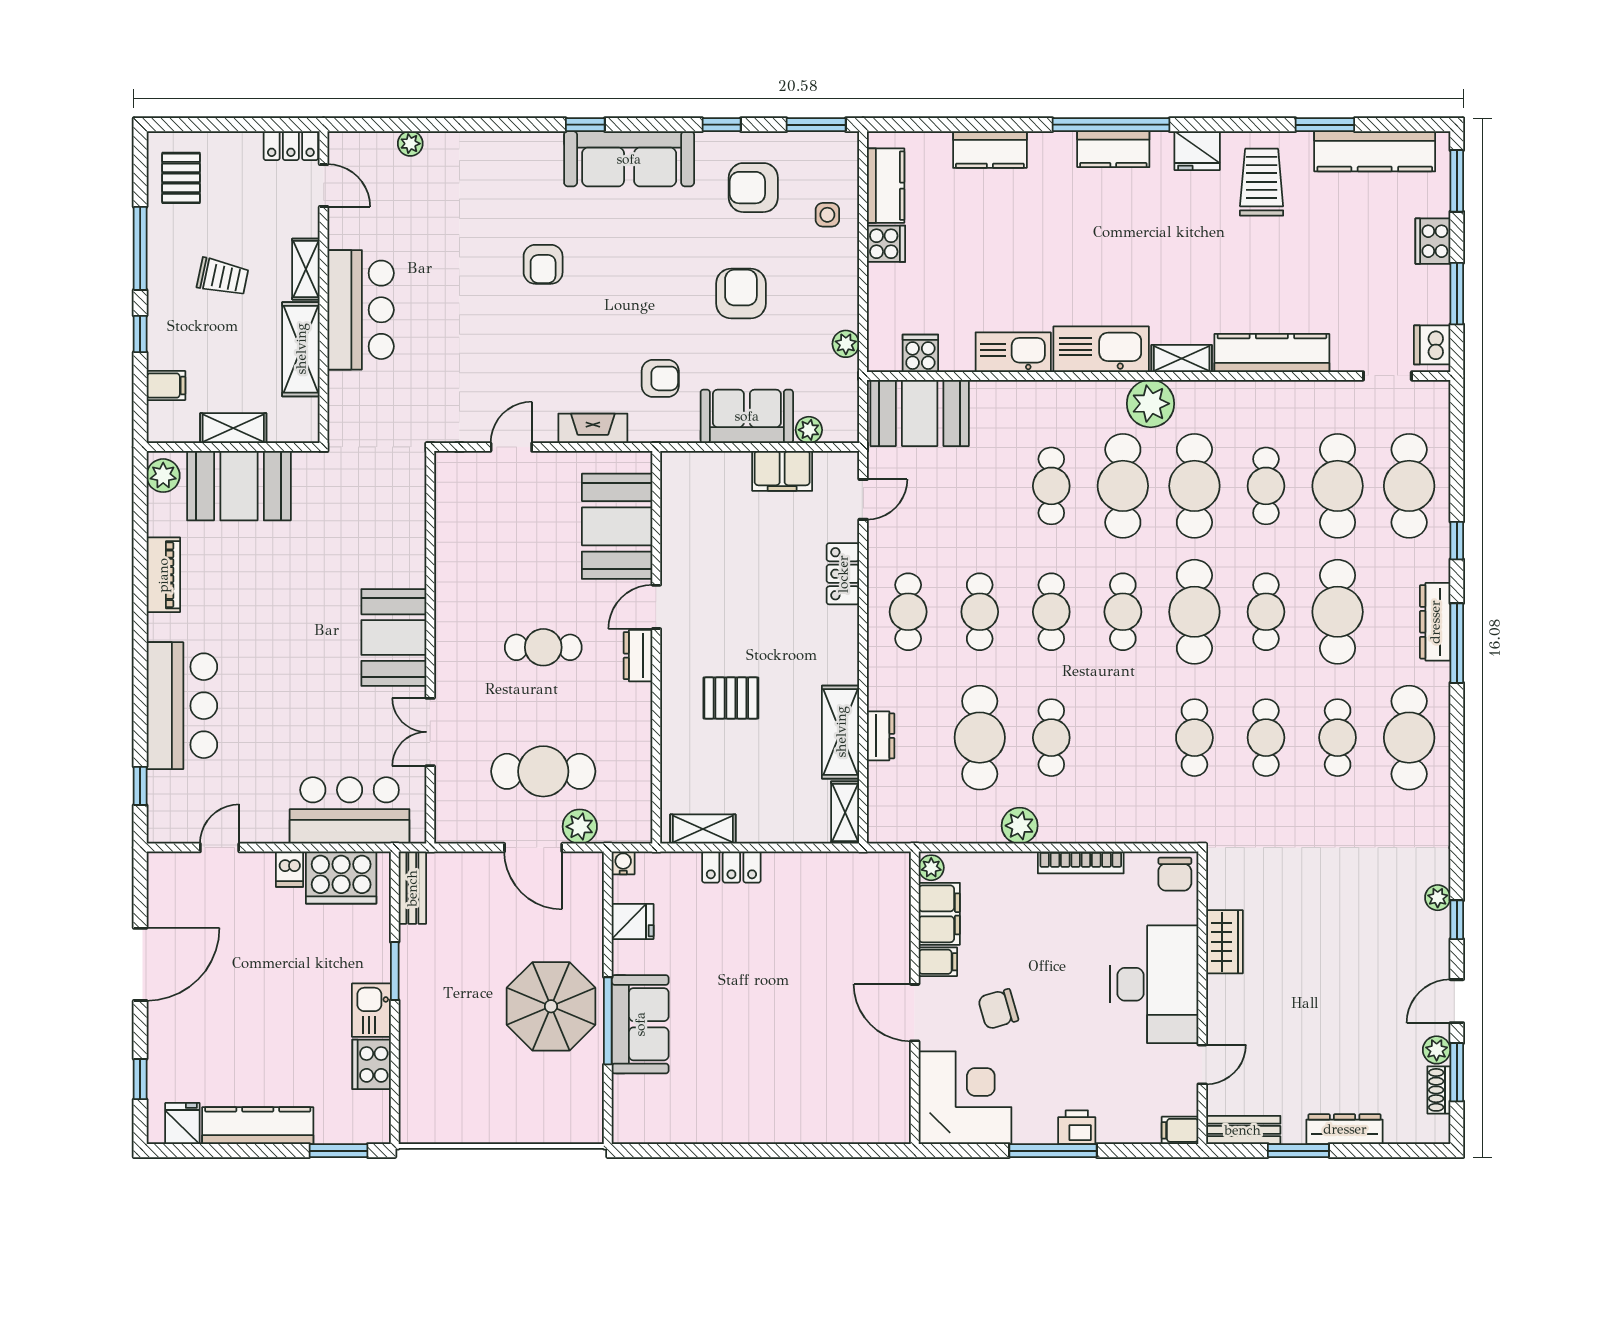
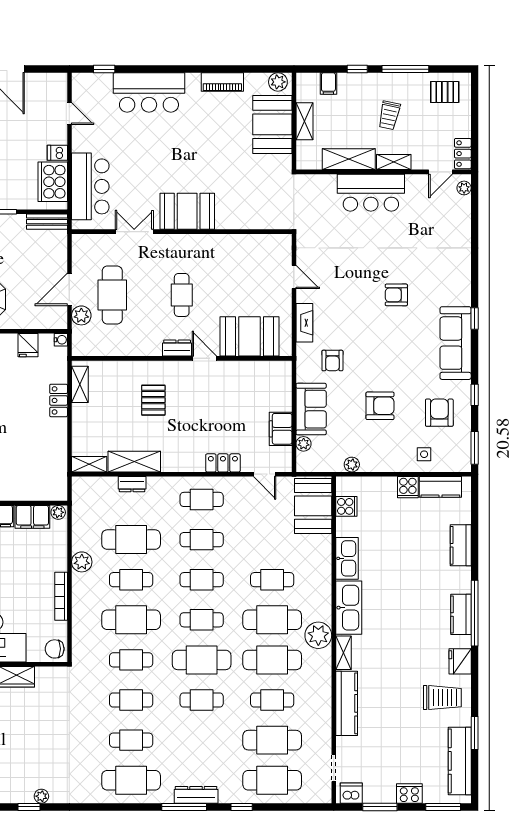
plant: (410, 144) -> (464, 188), moved
cafe table: (1338, 612) -> (131, 620), moved

